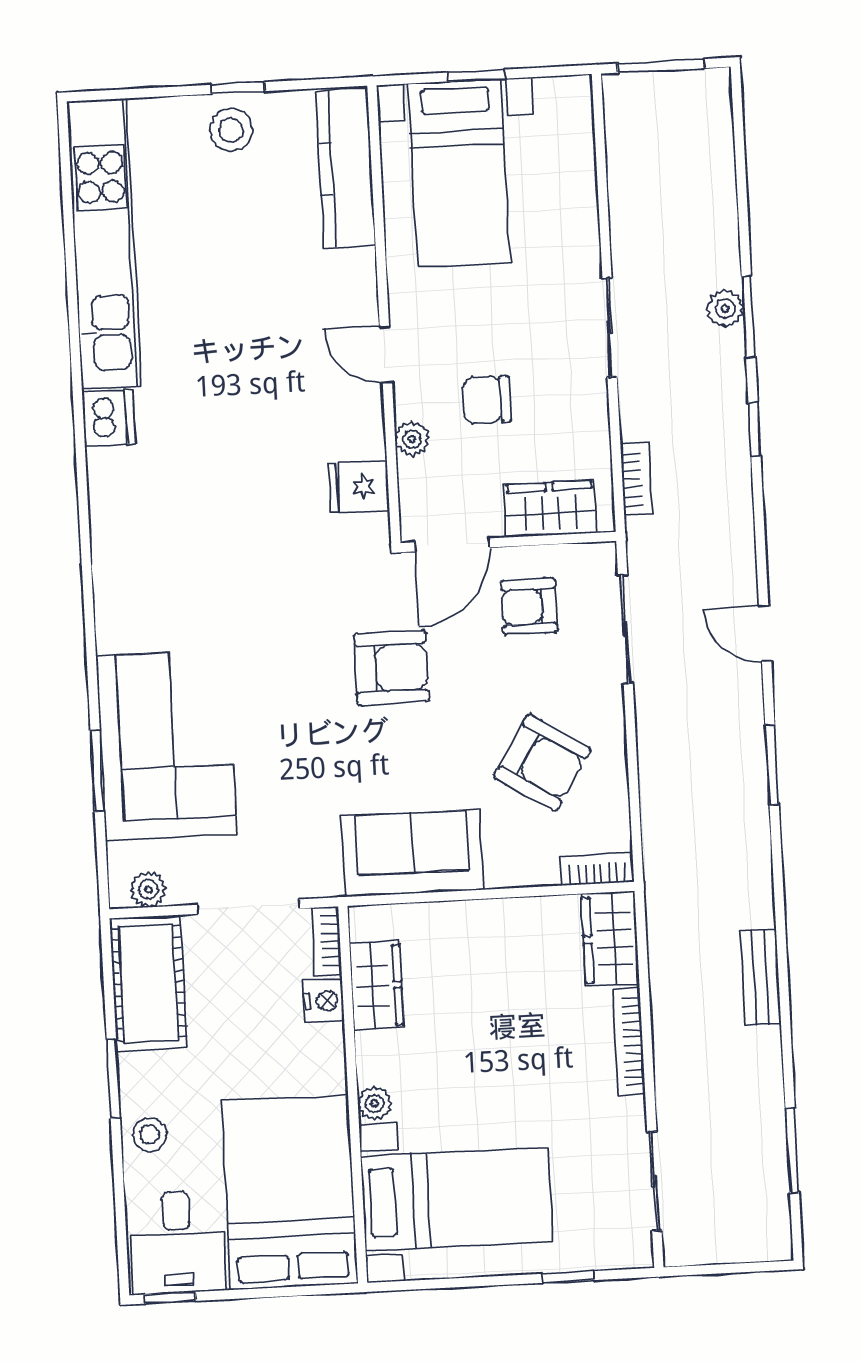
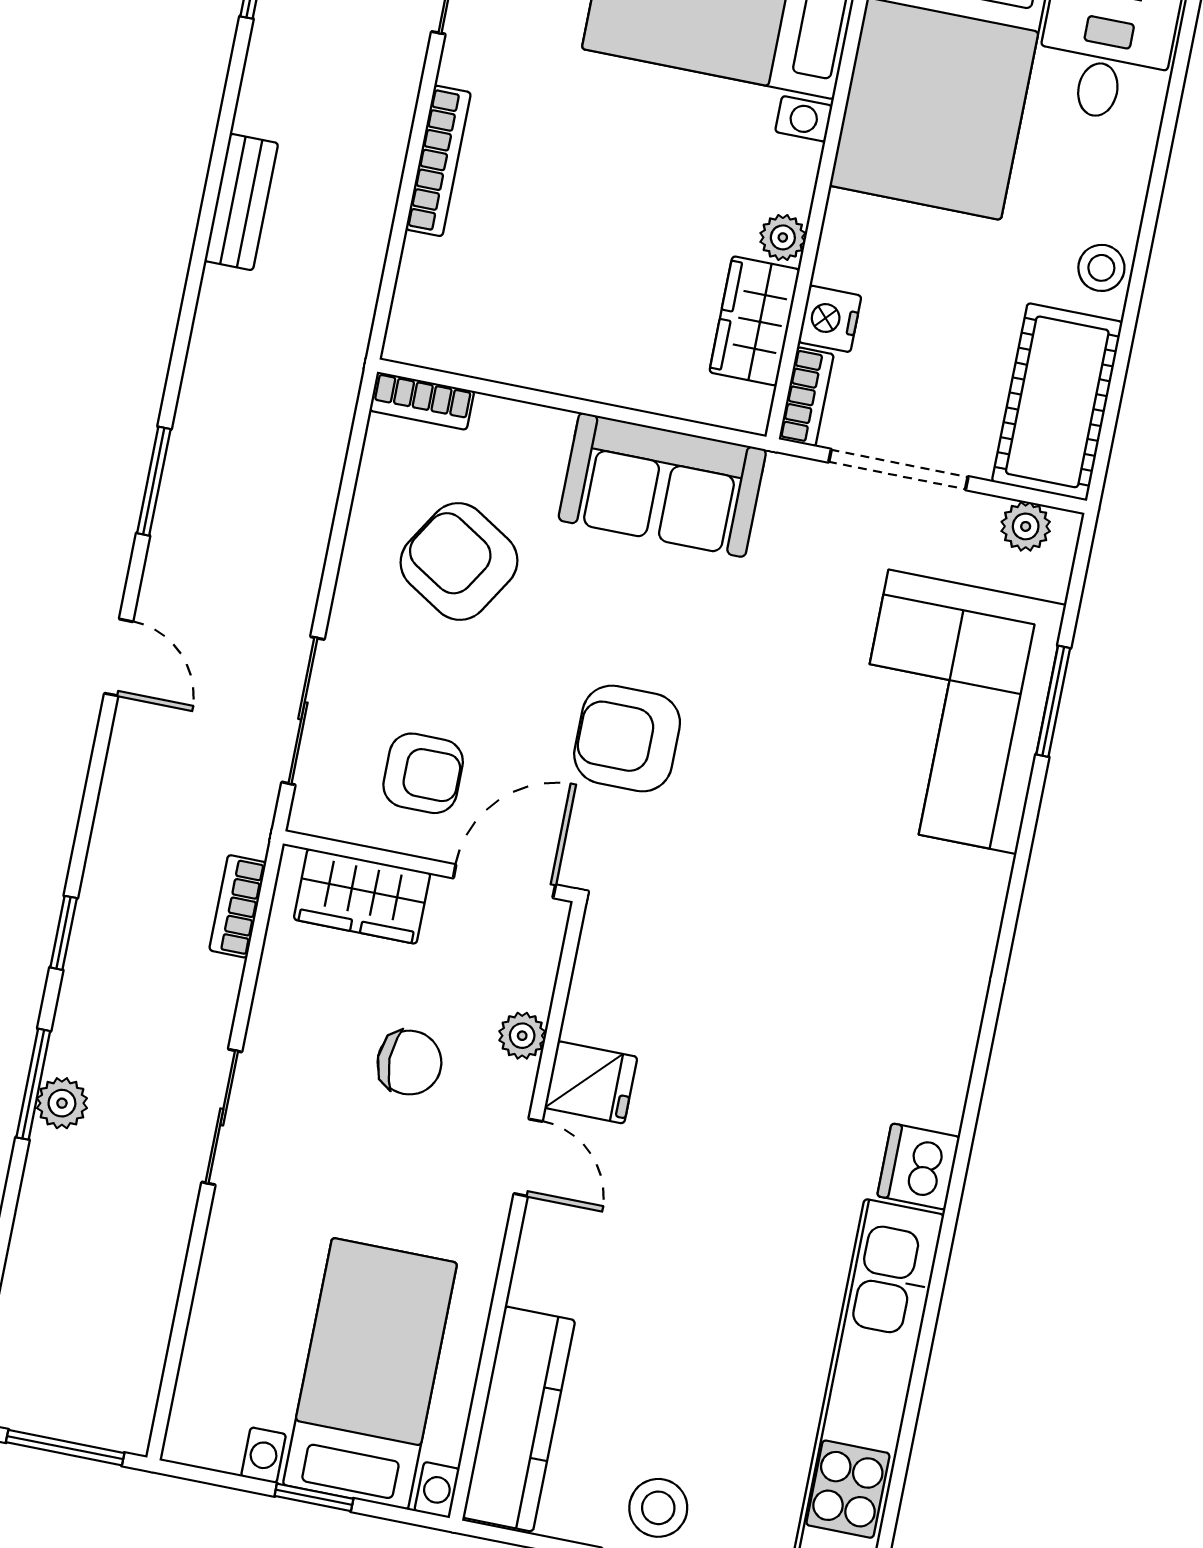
fridge: (359, 487) -> (591, 1082), moved
wardrobe: (610, 939) -> (428, 304), removed
window: (113, 1079) -> (1136, 286), removed
plant: (375, 1104) -> (783, 237), moved
stool: (150, 1134) -> (1101, 268), moved

